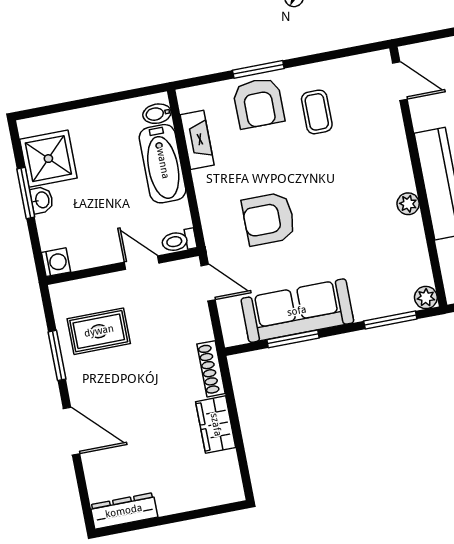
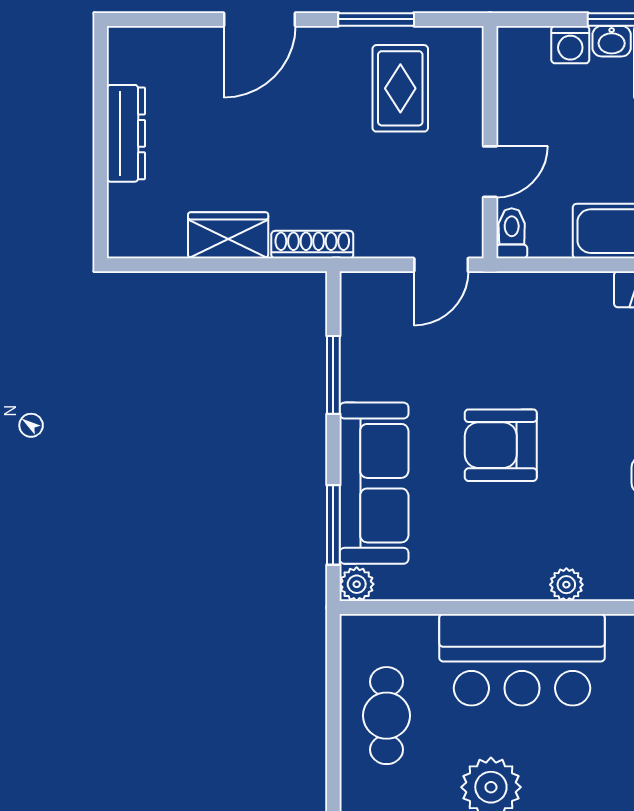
plant: (408, 204) -> (566, 585), moved
armchair: (269, 219) -> (501, 445), moved, turned -90
washing machine: (56, 262) -> (570, 45), moved
sofa: (297, 311) -> (374, 483), moved
dresser: (124, 511) -> (126, 133), moved

